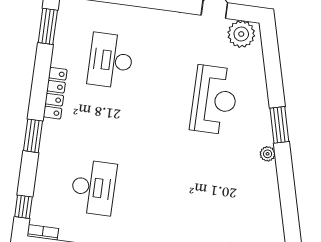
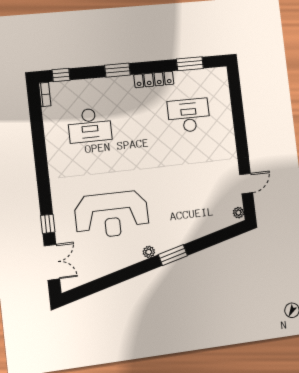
window: (48, 26) -> (190, 64), moved
plant: (241, 34) -> (238, 213), width x0.53, depth x0.53
reception desk: (214, 100) -> (112, 215), moved, width x1.36, depth x1.30

